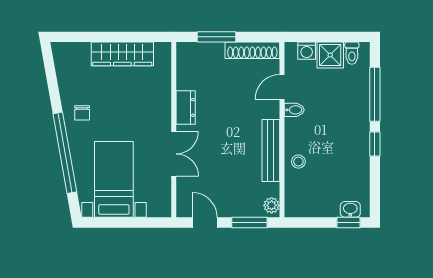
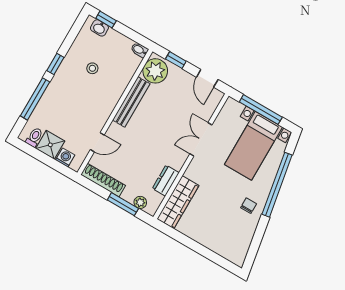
plant: (199, 49) -> (140, 202), added
wardrobe: (122, 54) -> (178, 202), moved, turned 90
dresser: (186, 107) -> (166, 181), moved
bidet: (294, 110) -> (139, 50), moved
stool: (298, 162) -> (92, 68), moved
plant: (272, 205) -> (155, 71), width x1.88, depth x1.88
window: (128, 223) -> (261, 110), added
window: (249, 223) -> (176, 60), width x0.67

